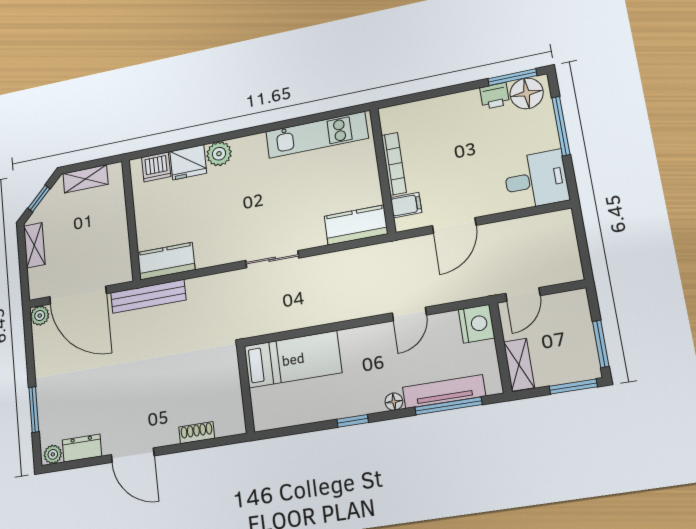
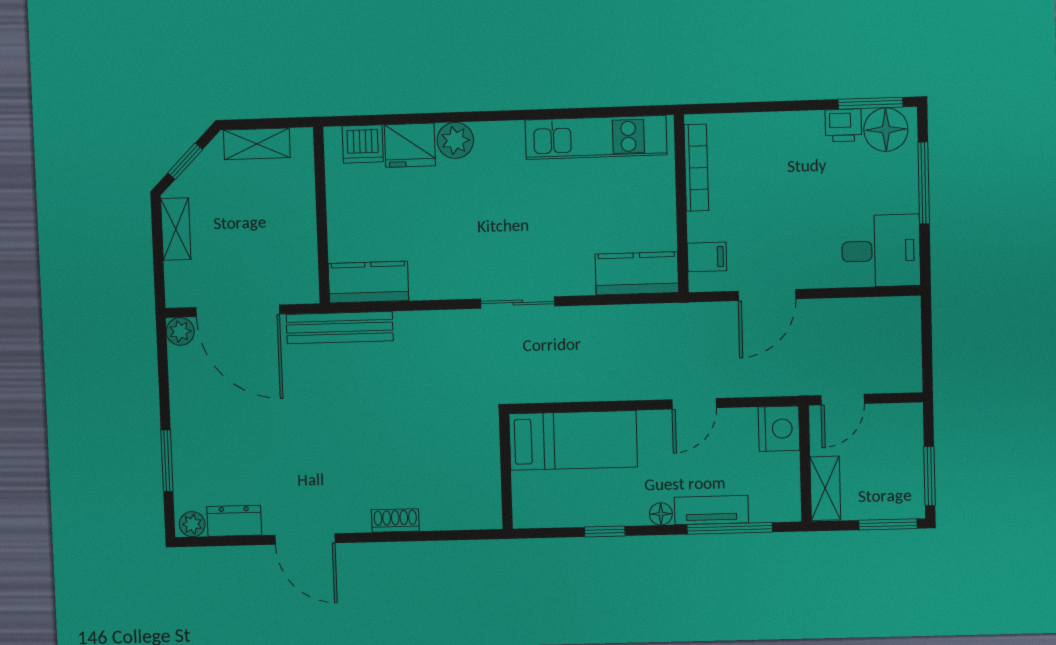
bookcase: (394, 164) -> (696, 168), moved
bed: (293, 359) -> (573, 440), moved
wall: (245, 390) -> (506, 472), moved
tv unit: (444, 392) -> (711, 510), width x0.71

